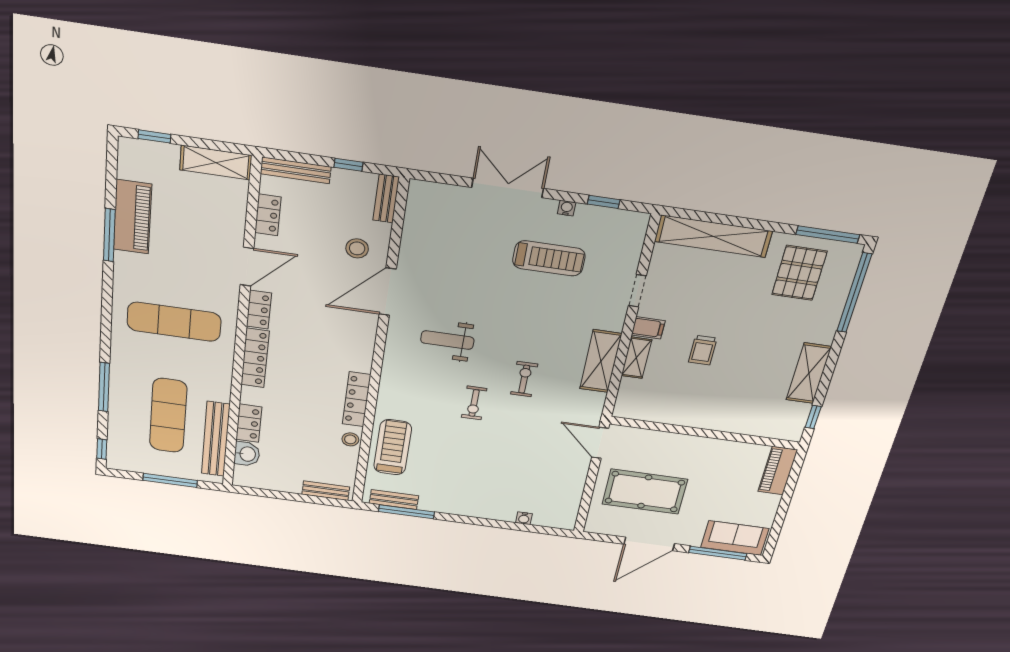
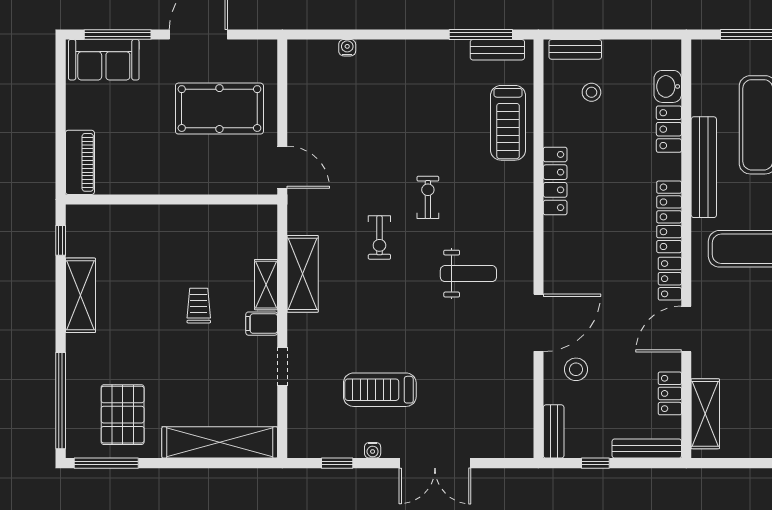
shelving: (216, 163) -> (705, 414), moved, turned 90
bench: (216, 439) -> (704, 167), moved
stool: (350, 439) -> (591, 92), moved

